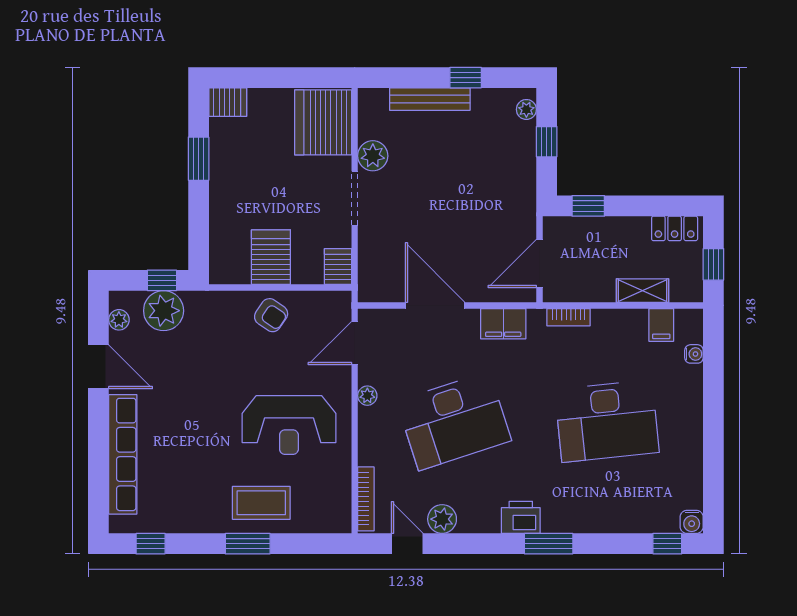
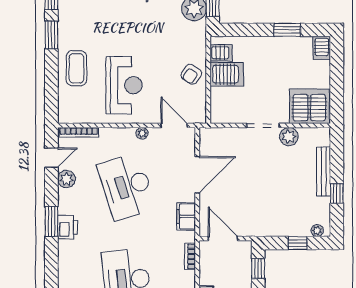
server rack: (338, 266) -> (221, 53), moved
reception desk: (289, 425) -> (124, 85), turned 180
window: (248, 544) -> (51, 35), moved
window: (549, 544) -> (51, 221), moved

